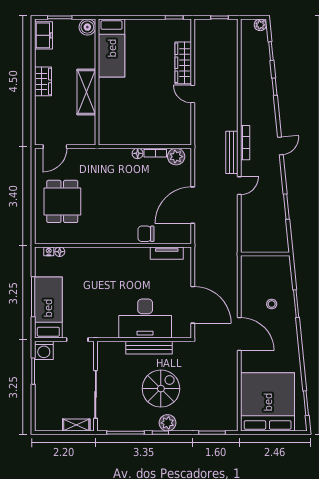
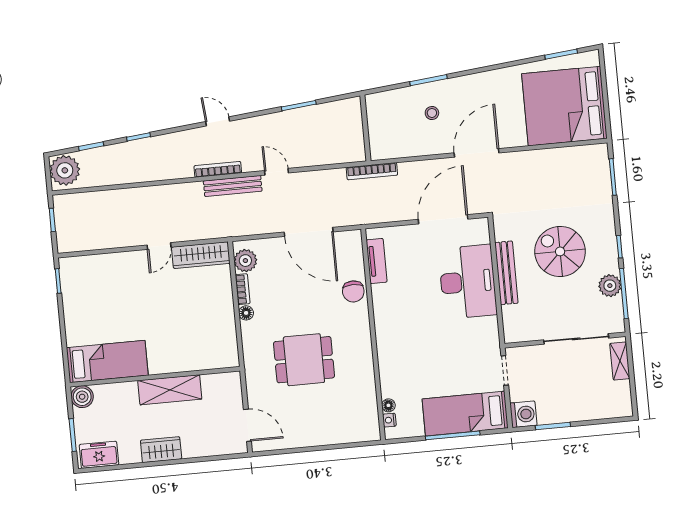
plant: (260, 25) -> (65, 170), width x1.88, depth x1.88
wardrobe: (183, 63) -> (201, 255), moved
dining table: (62, 201) -> (304, 360), moved
bookcase: (233, 256) -> (372, 171), added
plant: (168, 423) -> (610, 286), moved

